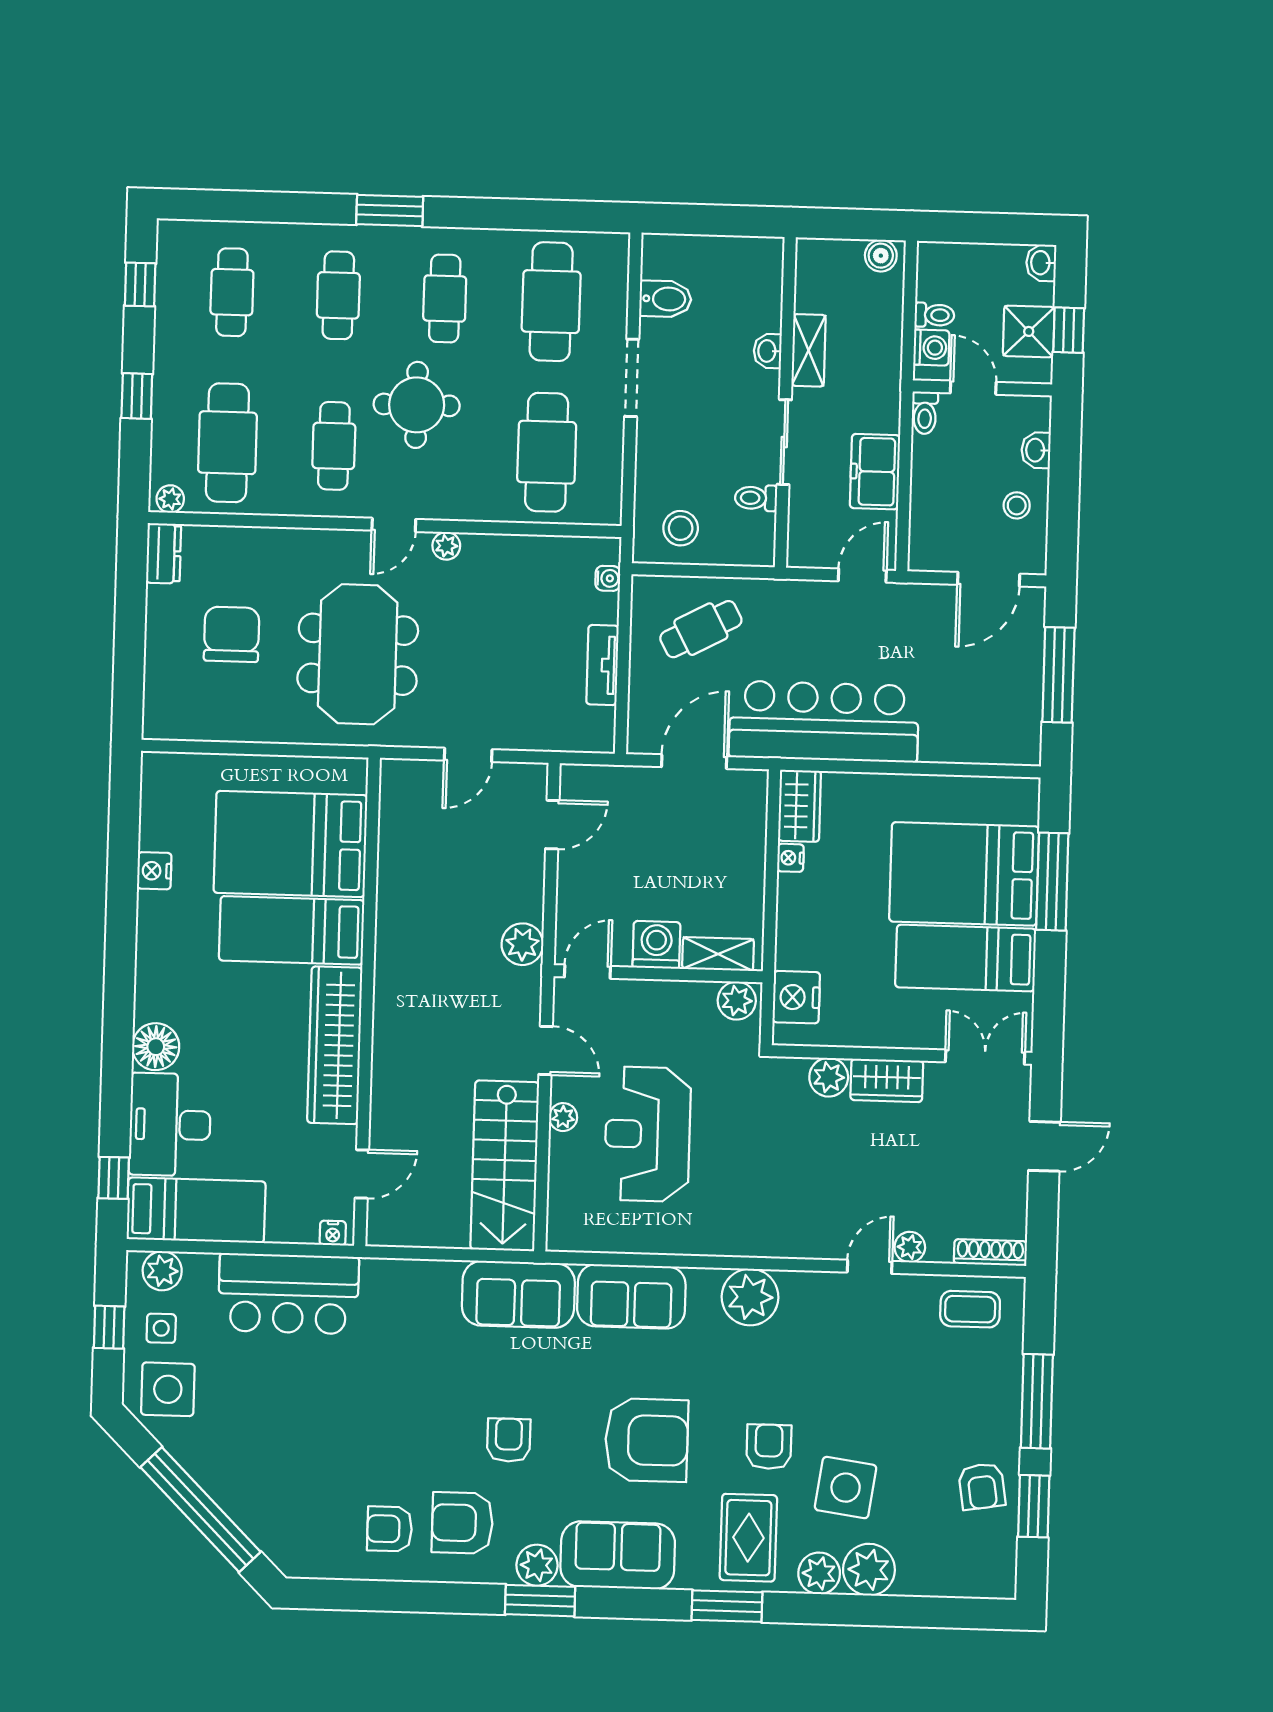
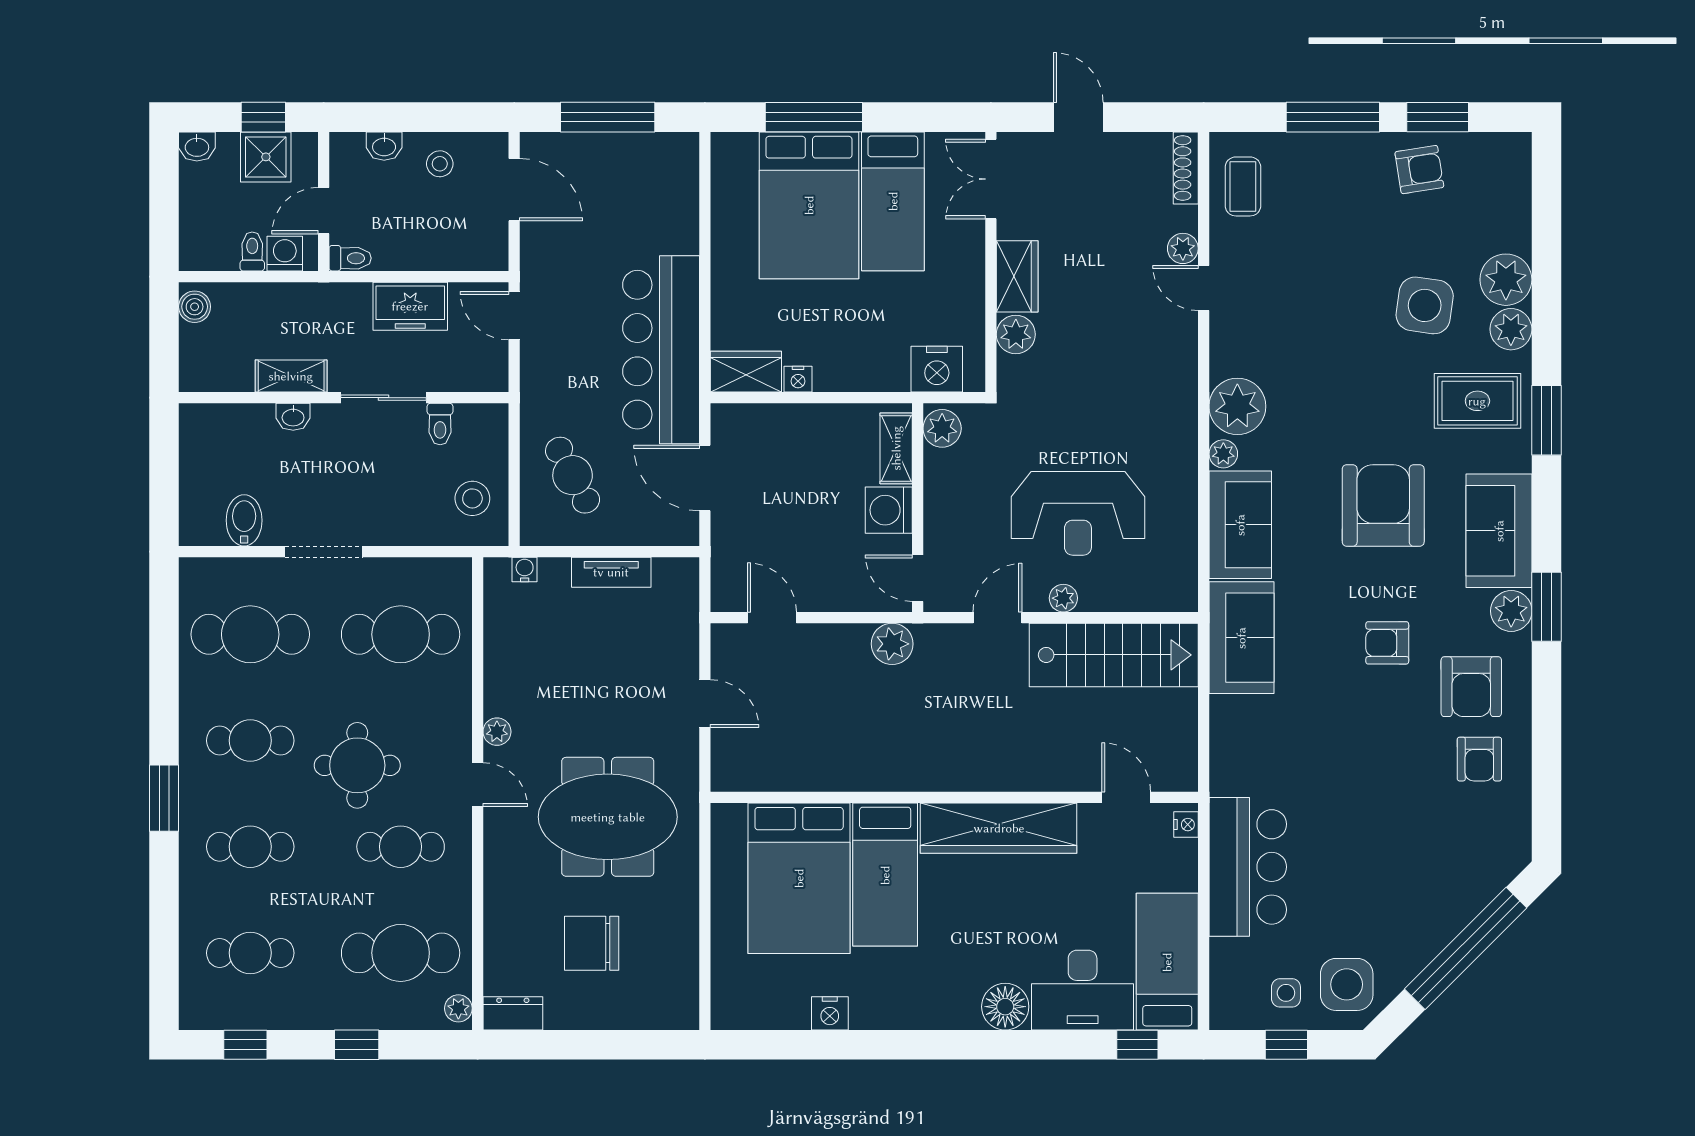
plant: (162, 1271) -> (1223, 454), moved, width x0.73, depth x0.73
armchair: (769, 1447) -> (1386, 383), removed

